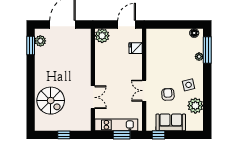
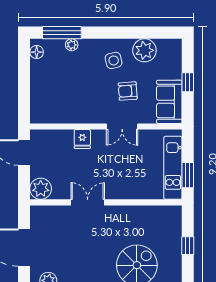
fridge: (136, 48) -> (82, 139), moved
double door: (93, 97) -> (88, 202), moved
sofa: (171, 122) -> (169, 102), moved
window: (122, 135) -> (188, 175), moved
window: (159, 135) -> (188, 82), moved

